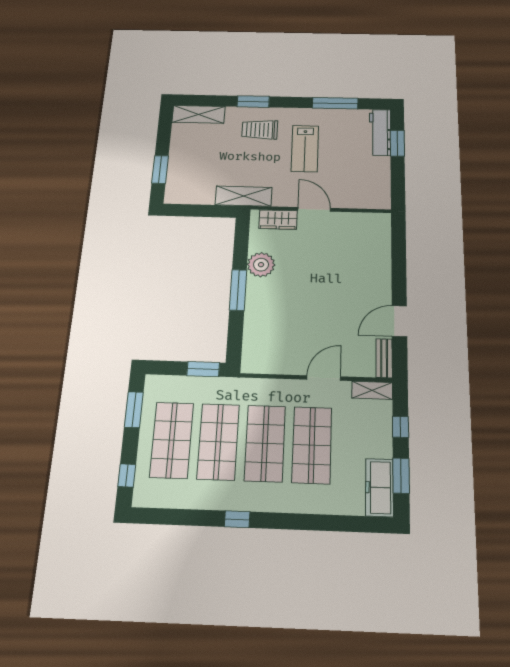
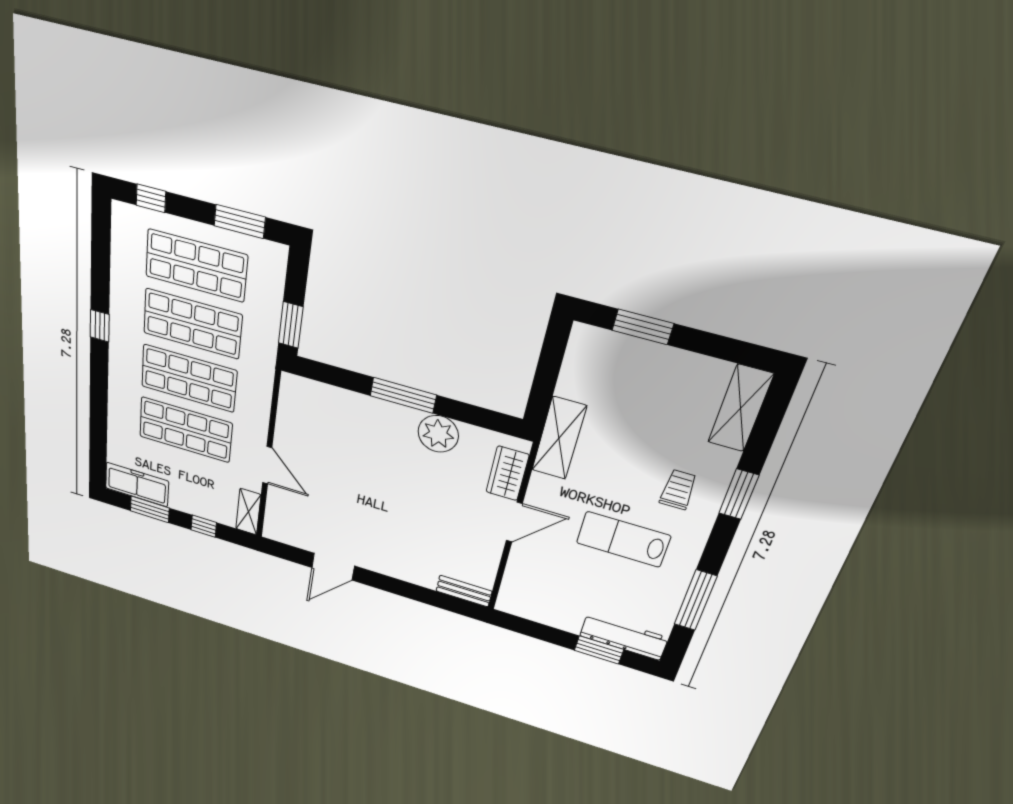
trolley: (260, 130) -> (678, 490), width x0.73, depth x0.72
door: (399, 321) -> (333, 567), swing flipped
bench: (384, 358) -> (464, 591), moved

